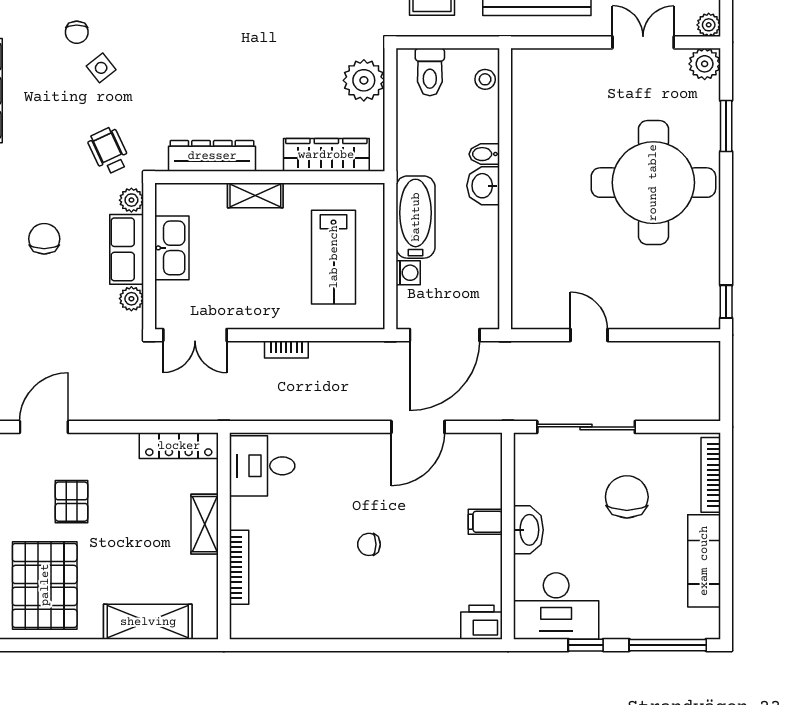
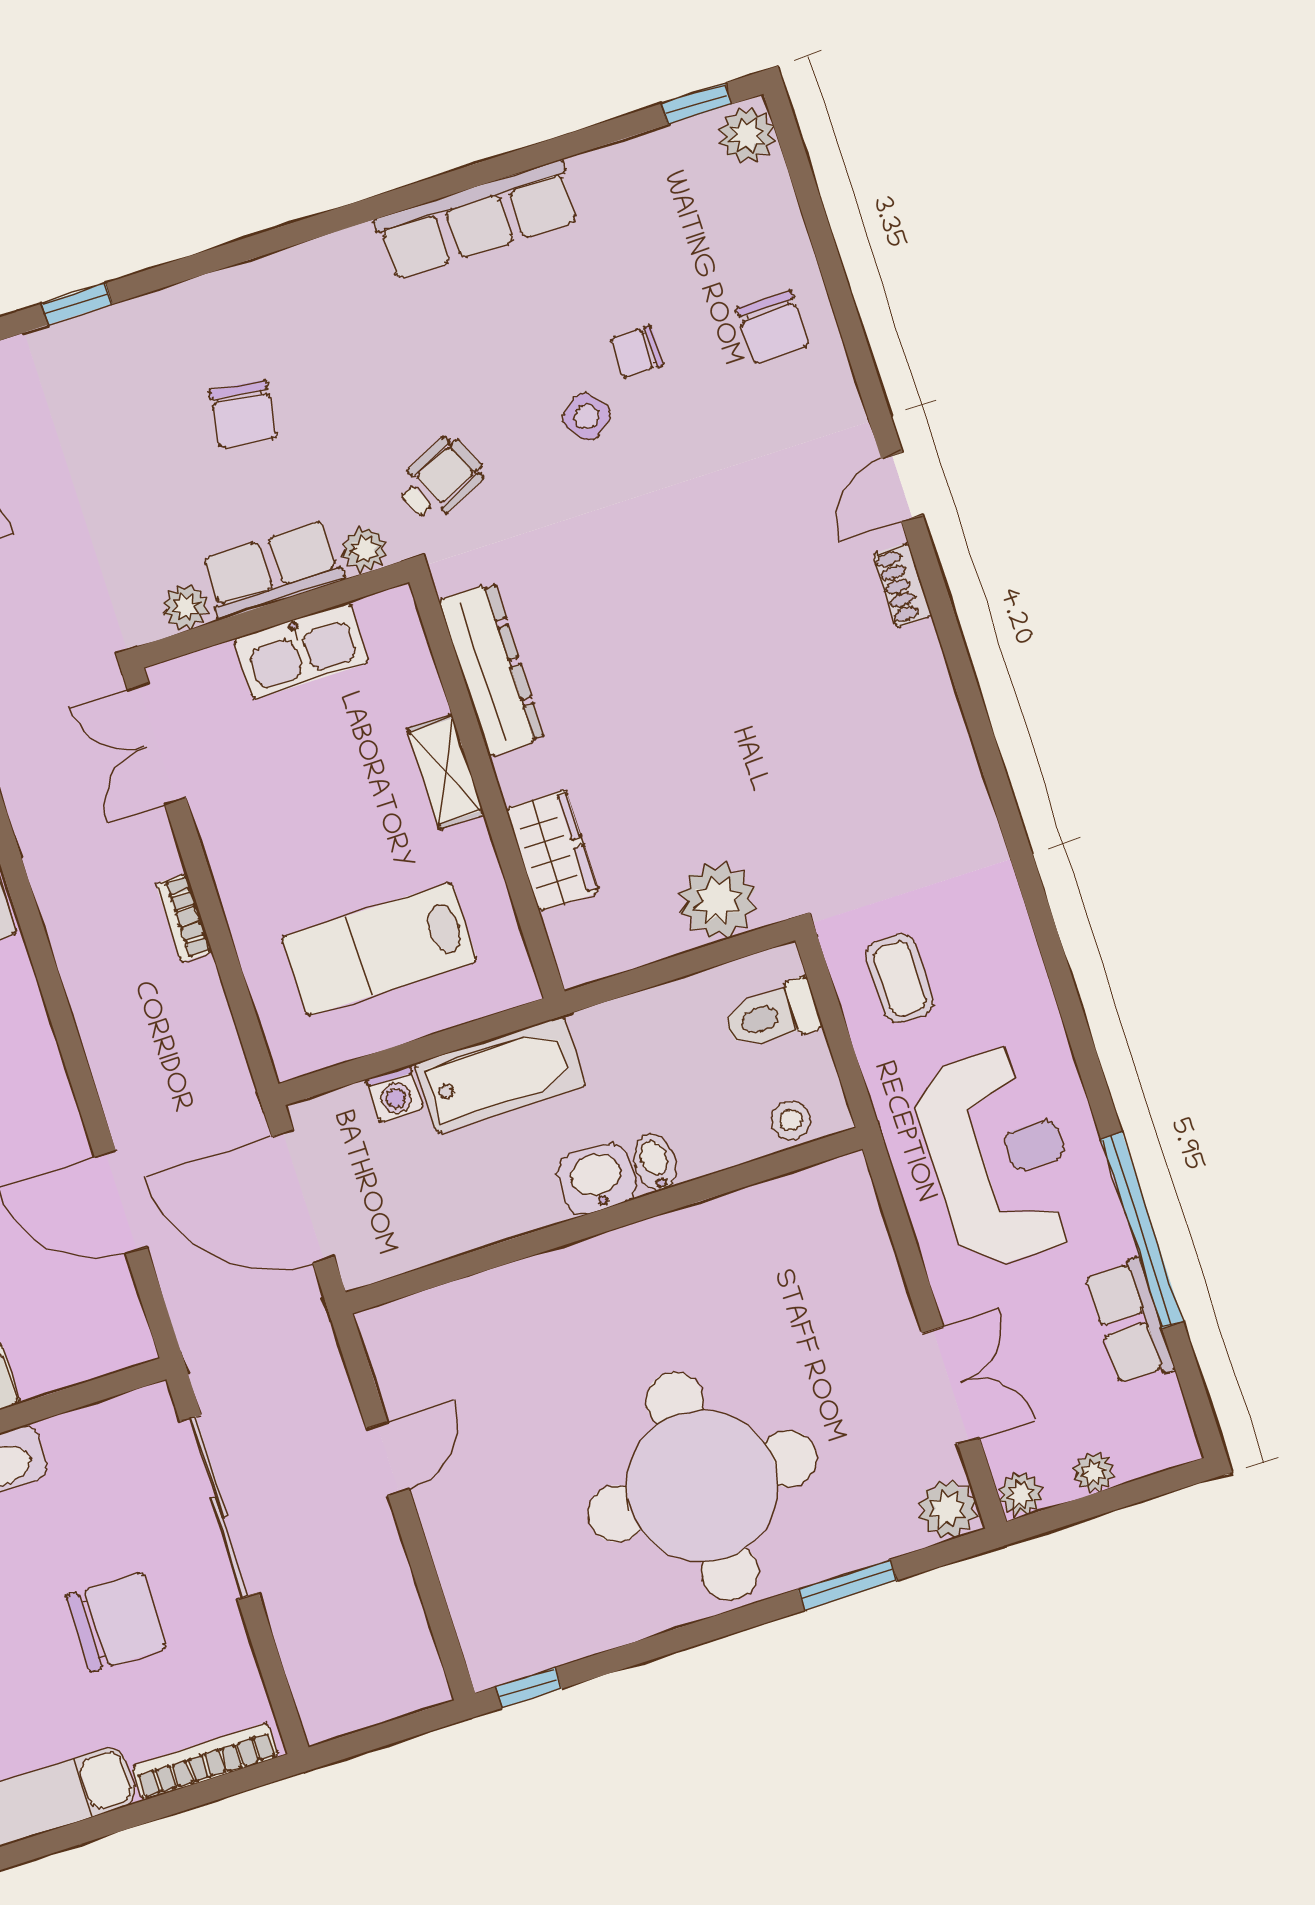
wardrobe: (326, 155) -> (552, 851), width x0.67
chair: (44, 239) -> (243, 414), turned 97

